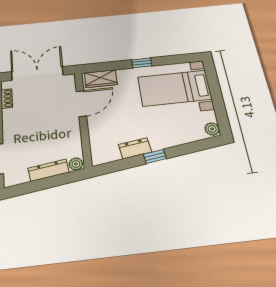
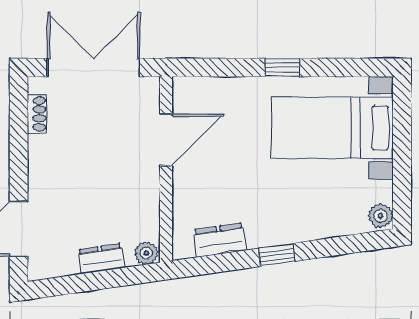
wardrobe: (101, 79) -> (205, 92), removed
dresser: (135, 148) -> (220, 240), moved
dresser: (49, 170) -> (101, 259), width x0.70

